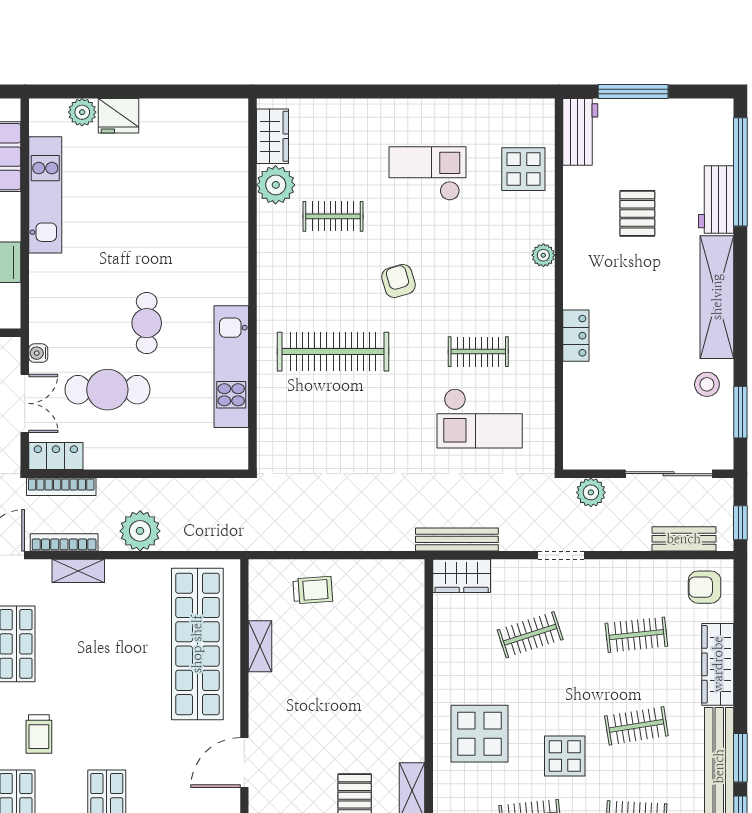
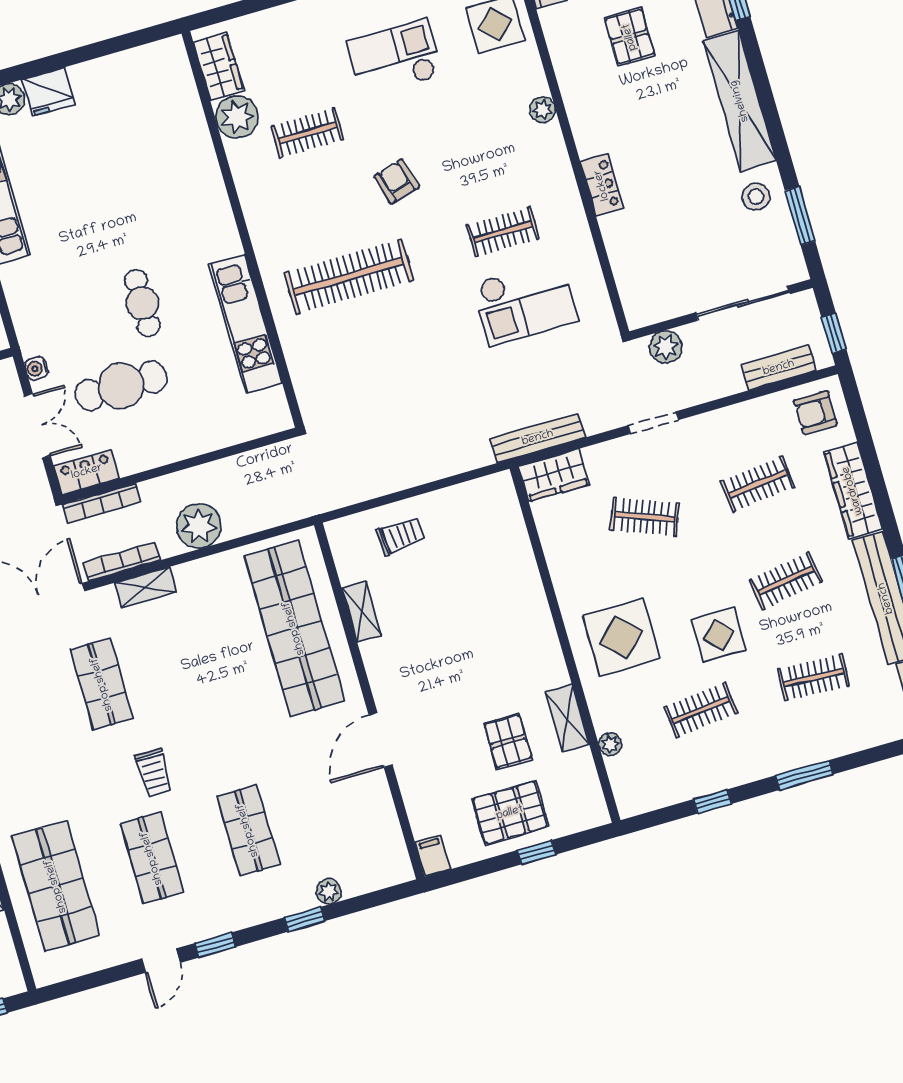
clothes rail: (530, 635) -> (645, 517), turned 39

